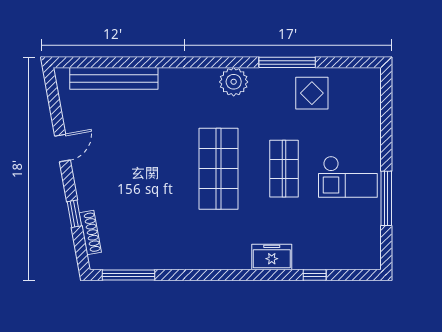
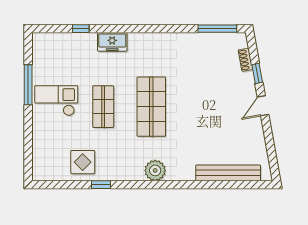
window: (287, 62) -> (101, 185), width x0.46
plant: (234, 82) -> (155, 170), moved
door: (62, 148) -> (263, 106), moved
shoe rack: (90, 232) -> (245, 60), width x0.70

